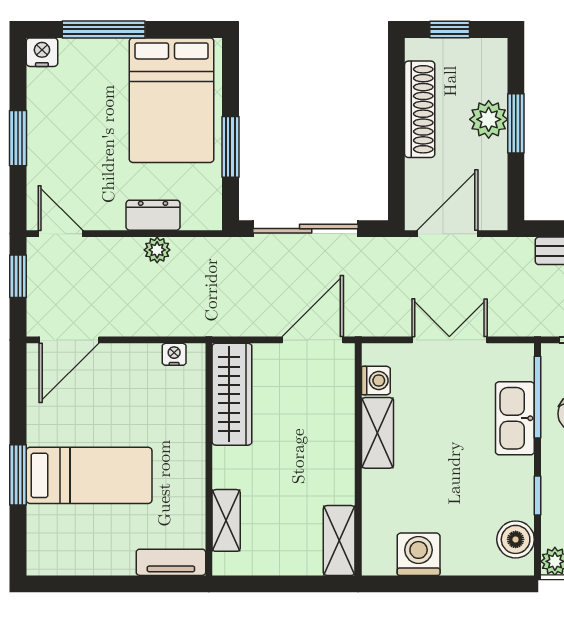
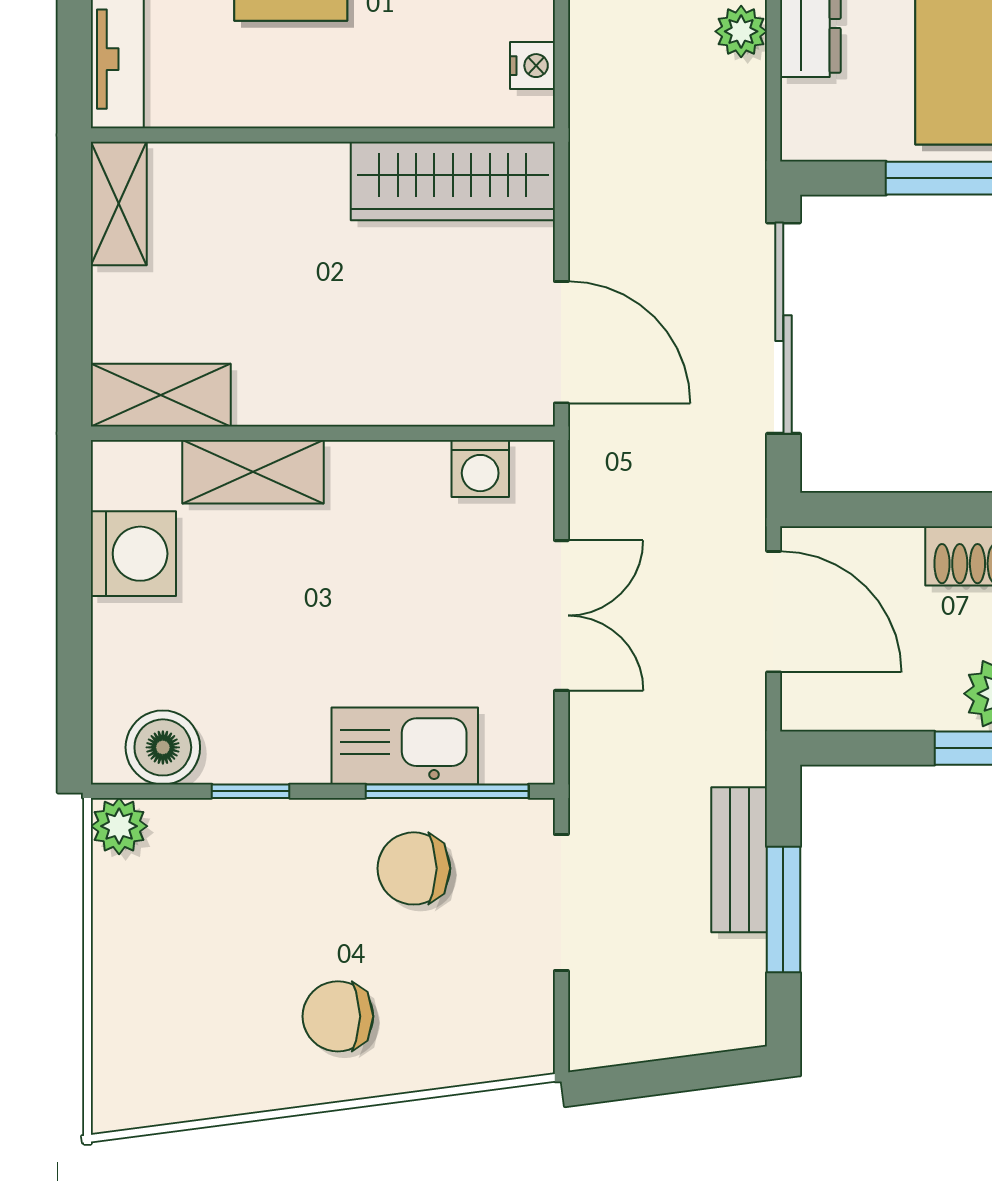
shelving: (378, 433) -> (253, 472), moved
shelving: (226, 520) -> (119, 204), moved, turned 90

